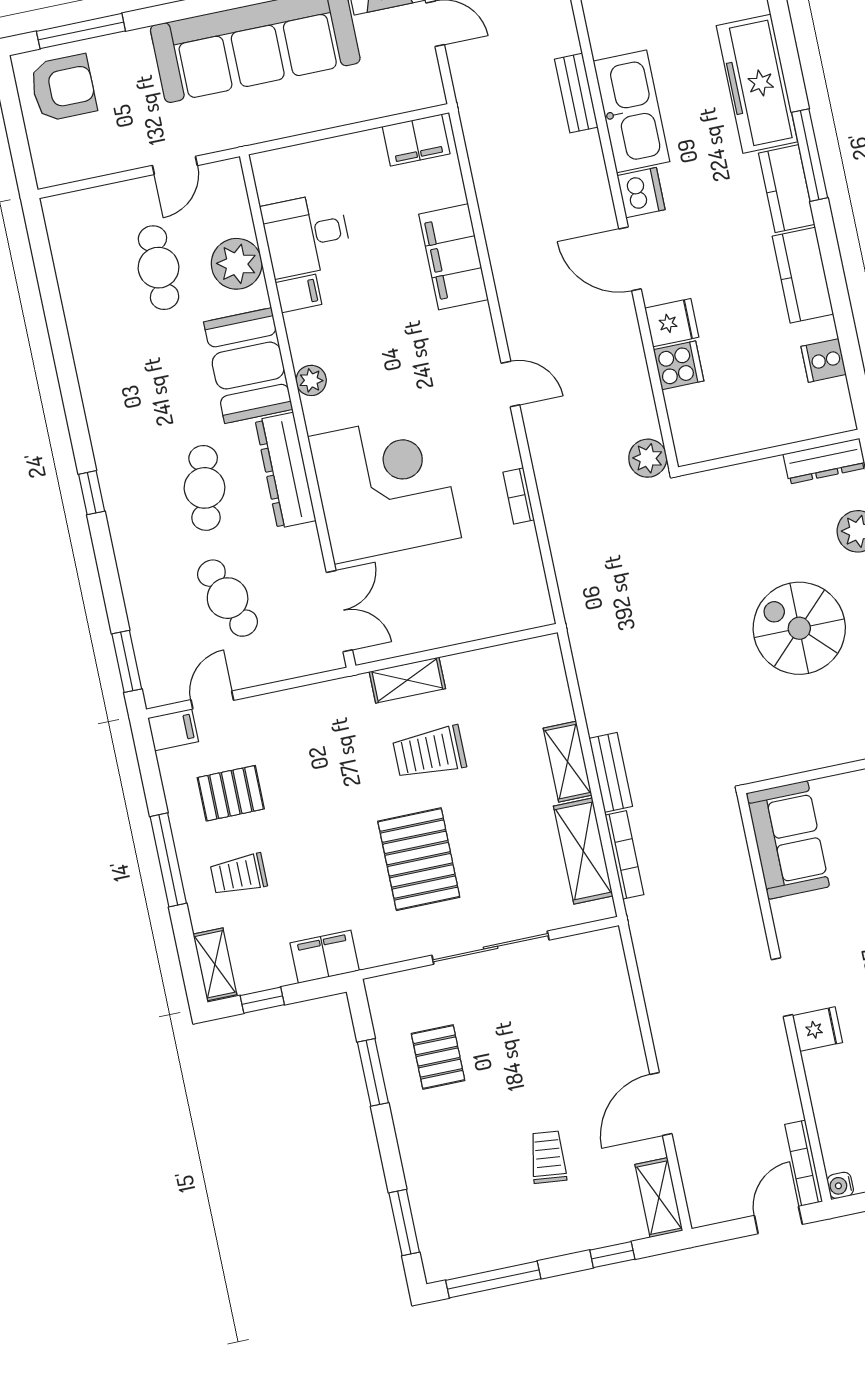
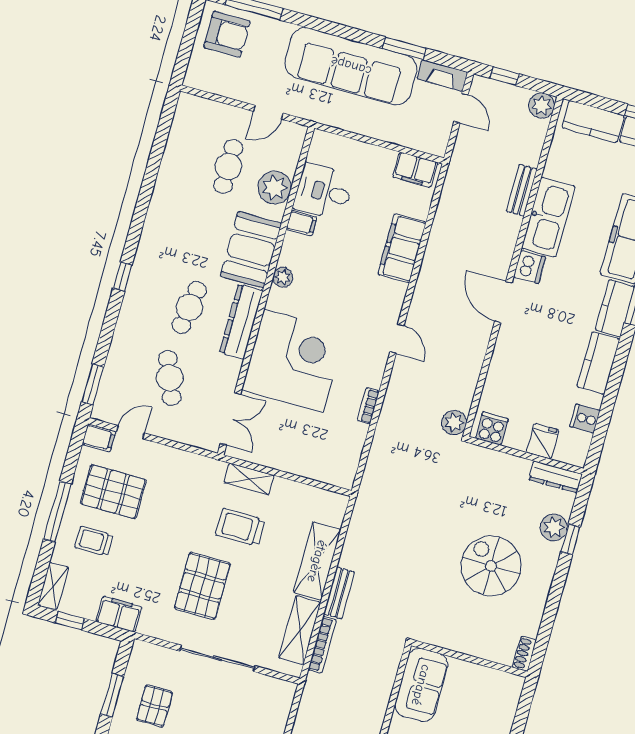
fridge: (672, 323) -> (543, 441), moved, turned -90
cooker: (679, 365) -> (492, 429), moved, turned -90
shelving: (568, 762) -> (317, 561), width x1.50, depth x1.33
pallet: (231, 793) -> (113, 492), width x1.50, depth x1.42

